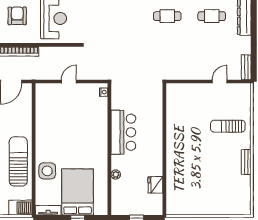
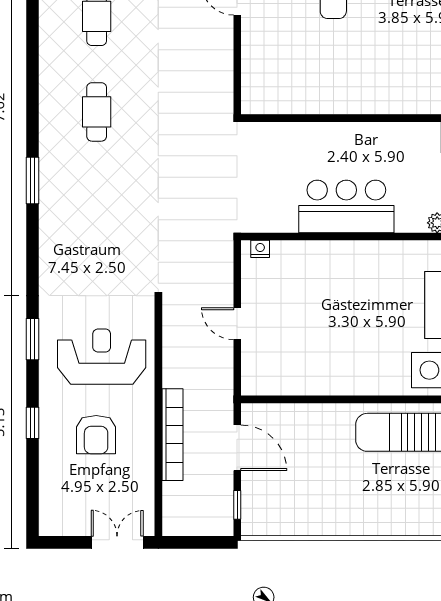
armchair: (17, 16) -> (96, 435), turned -90

